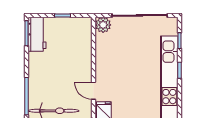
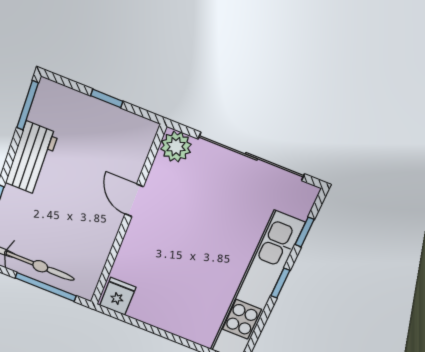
workbench: (37, 34) -> (32, 158), moved
door: (93, 91) -> (134, 200), moved

